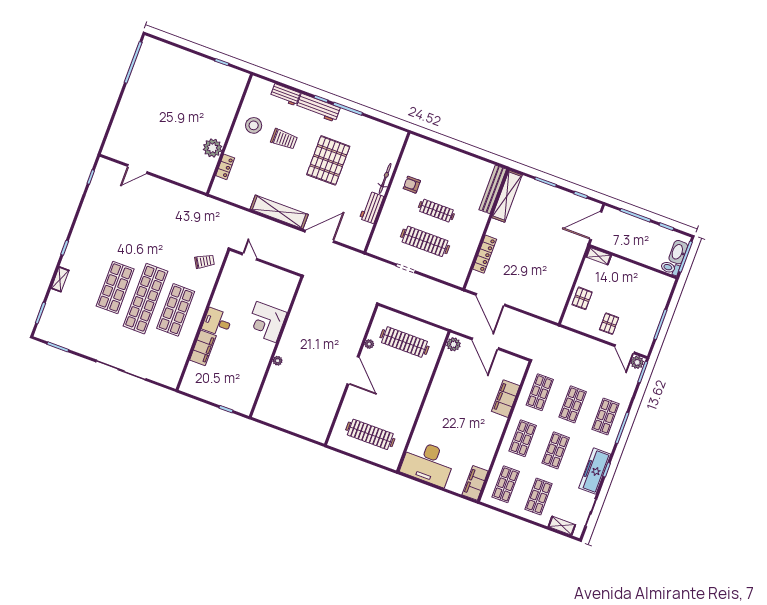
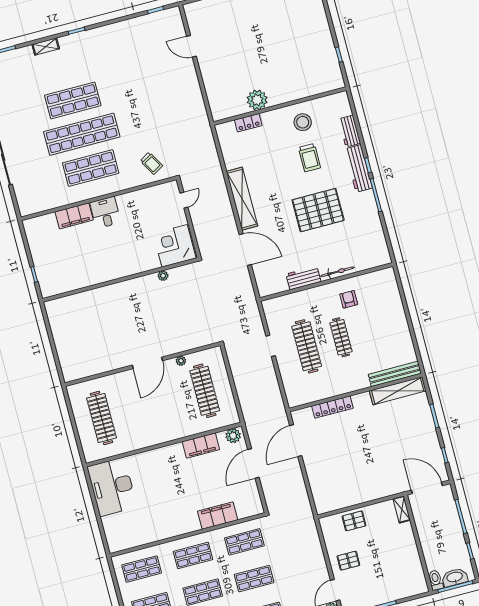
corner desk: (266, 322) -> (175, 246), moved
plant: (278, 361) -> (163, 276), moved
filing cabinet: (475, 483) -> (201, 445), moved, turned 180

